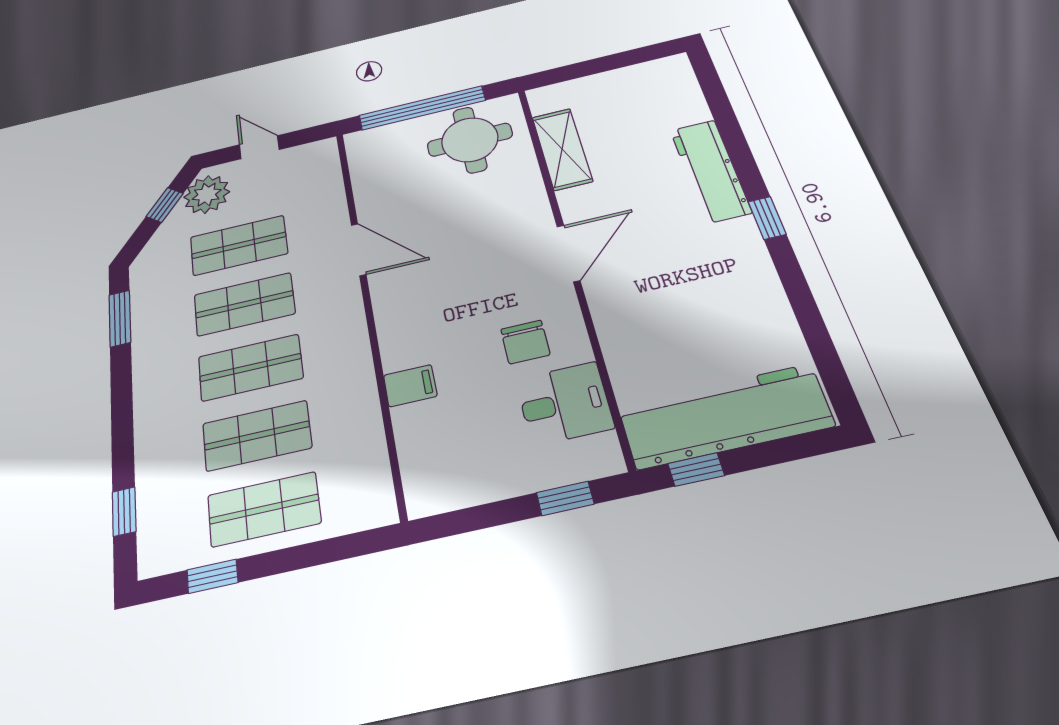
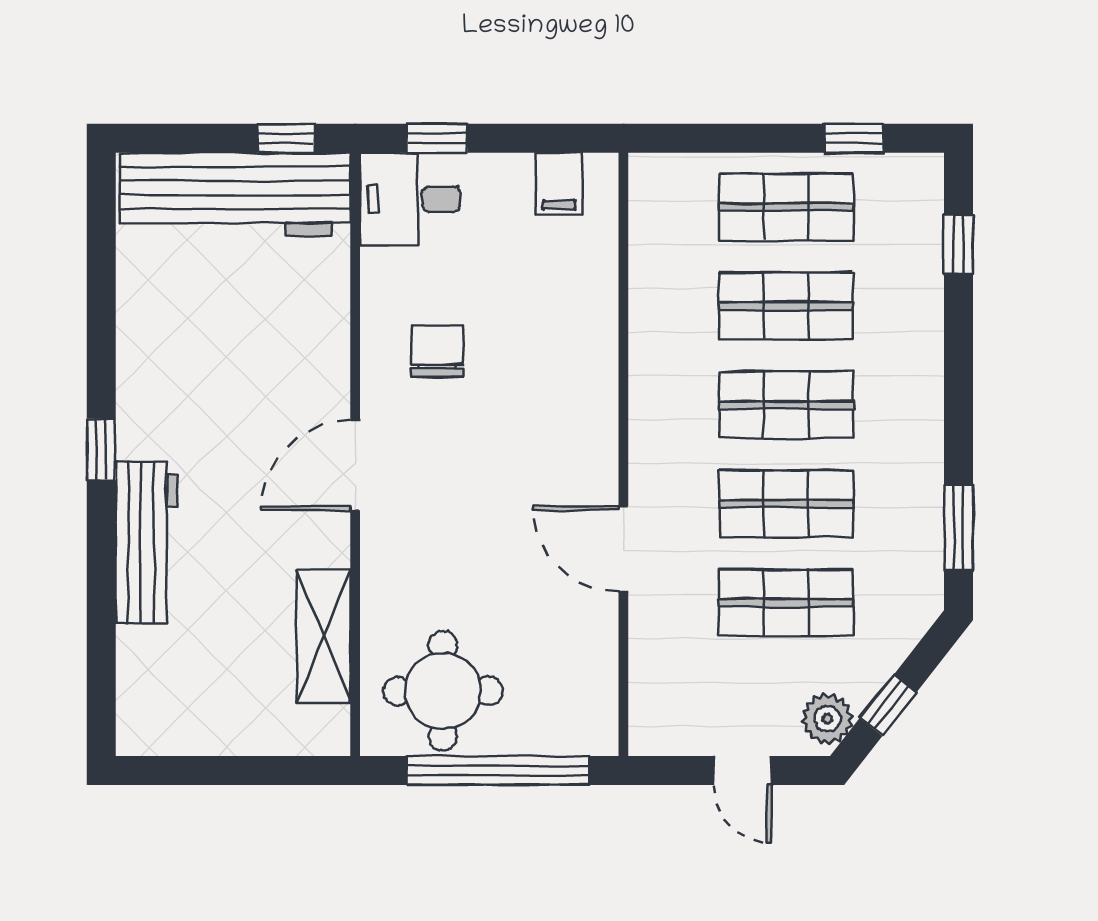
plant: (207, 194) -> (827, 719), width x0.73, depth x0.73
filing cabinet: (410, 386) -> (559, 183), moved, turned -90
desk: (564, 403) -> (410, 199), moved

